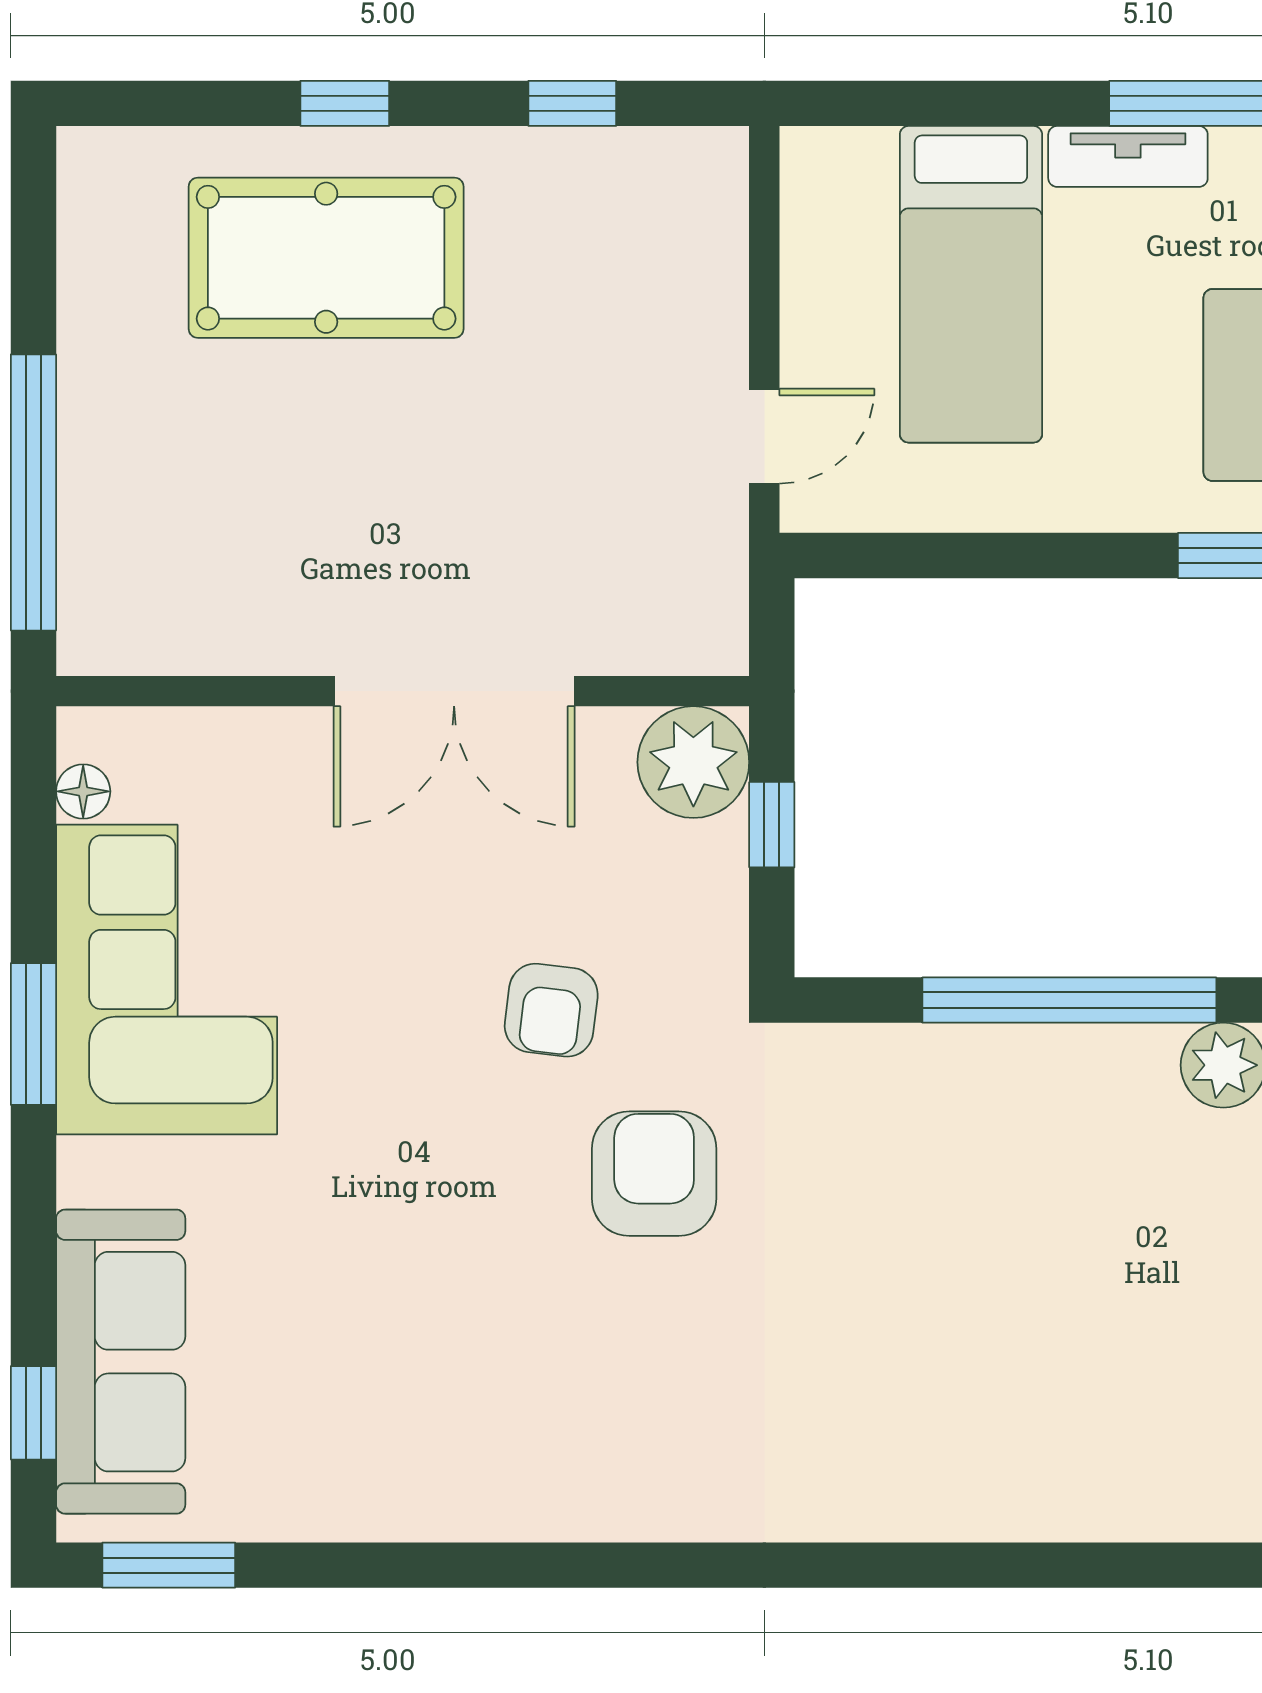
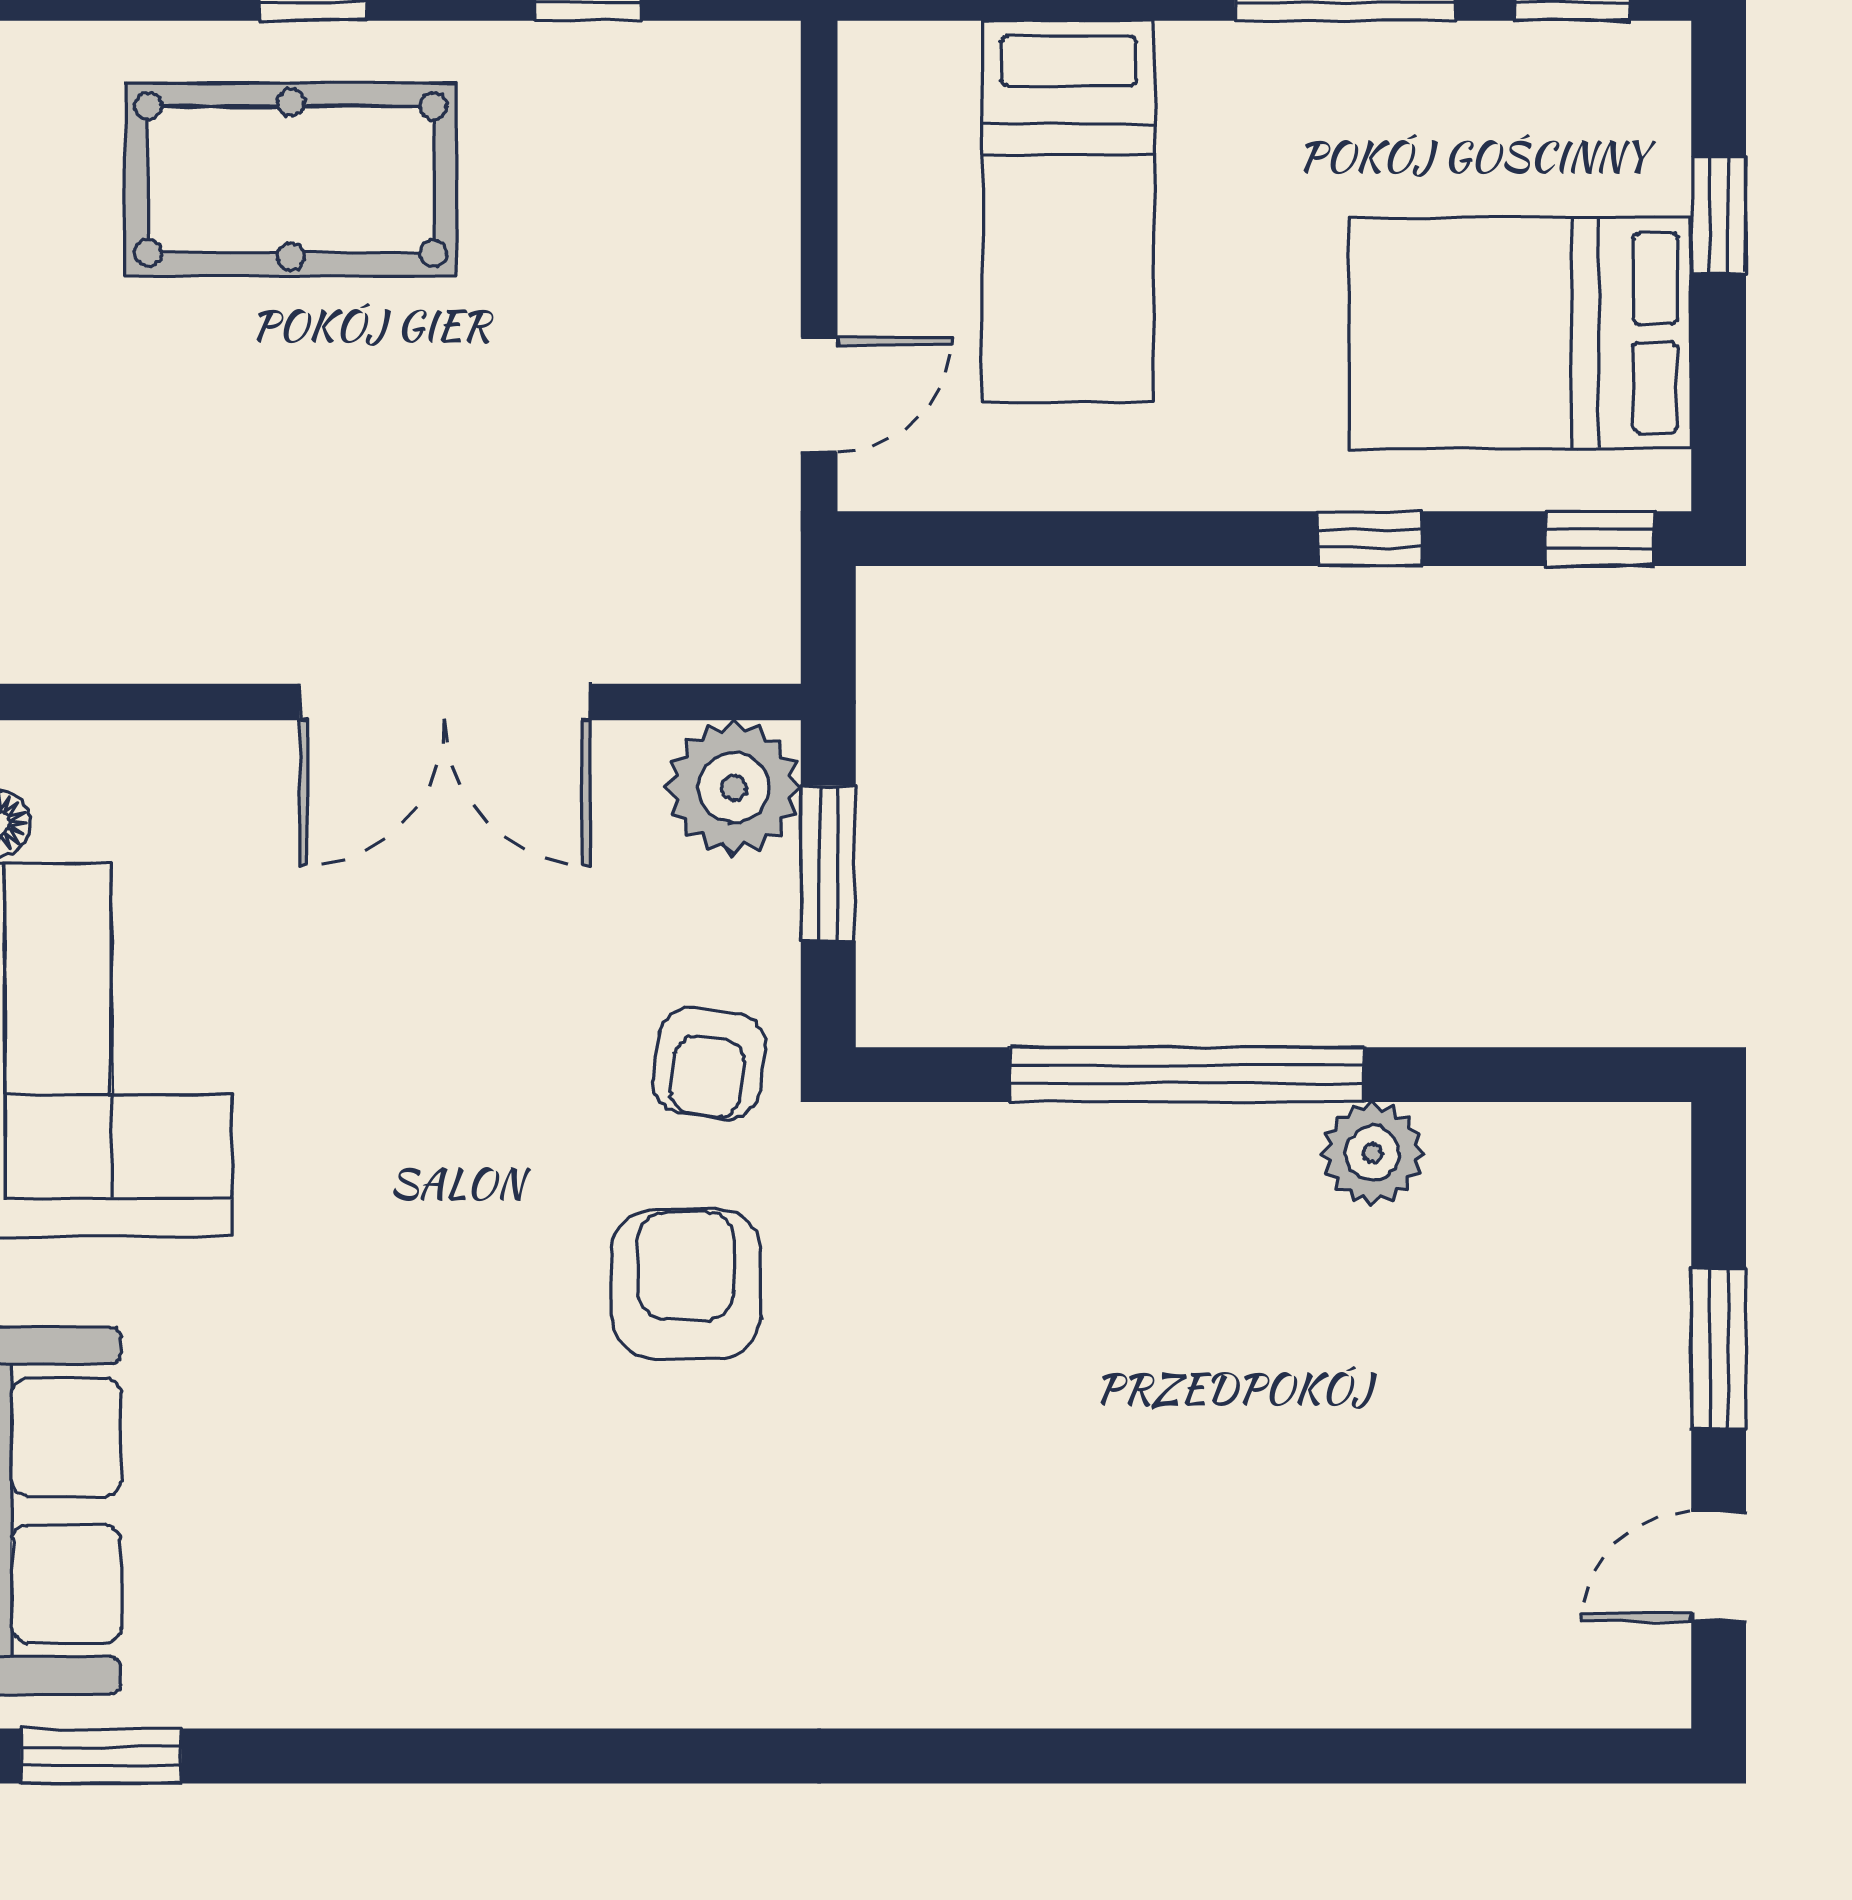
tv unit: (1128, 156) -> (1258, 57), removed
window: (772, 825) -> (828, 863), width x1.50
armchair: (551, 1010) -> (709, 1064), moved

